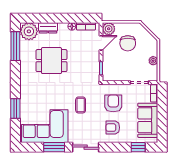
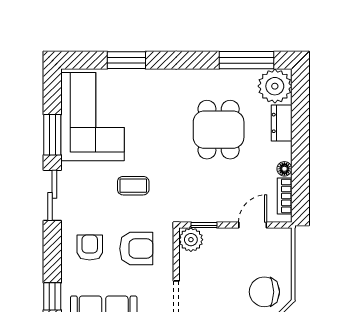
plant: (109, 29) -> (191, 240), moved
door: (101, 43) -> (253, 225), swing flipped
chair: (128, 43) -> (264, 292), moved

